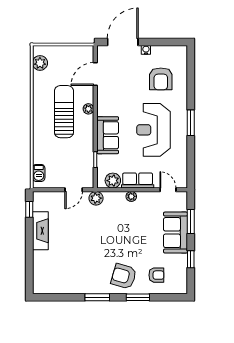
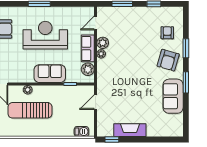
reception desk: (153, 130) -> (45, 35), turned 180
door: (74, 190) -> (96, 102), swing flipped
plant: (96, 198) -> (103, 43), moved
sofa: (176, 233) -> (173, 96), moved, turned 90

